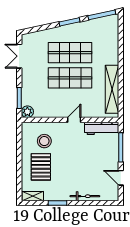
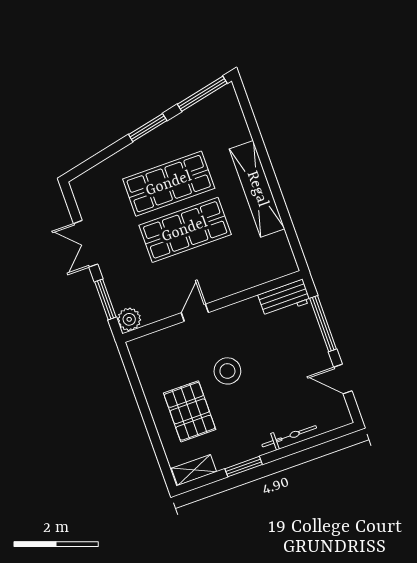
double door: (19, 56) -> (86, 244), moved
shelving: (112, 89) -> (257, 189), moved
door: (74, 120) -> (195, 313), moved
workbench: (102, 128) -> (284, 298), width x0.73
stool: (44, 141) -> (227, 371), moved

